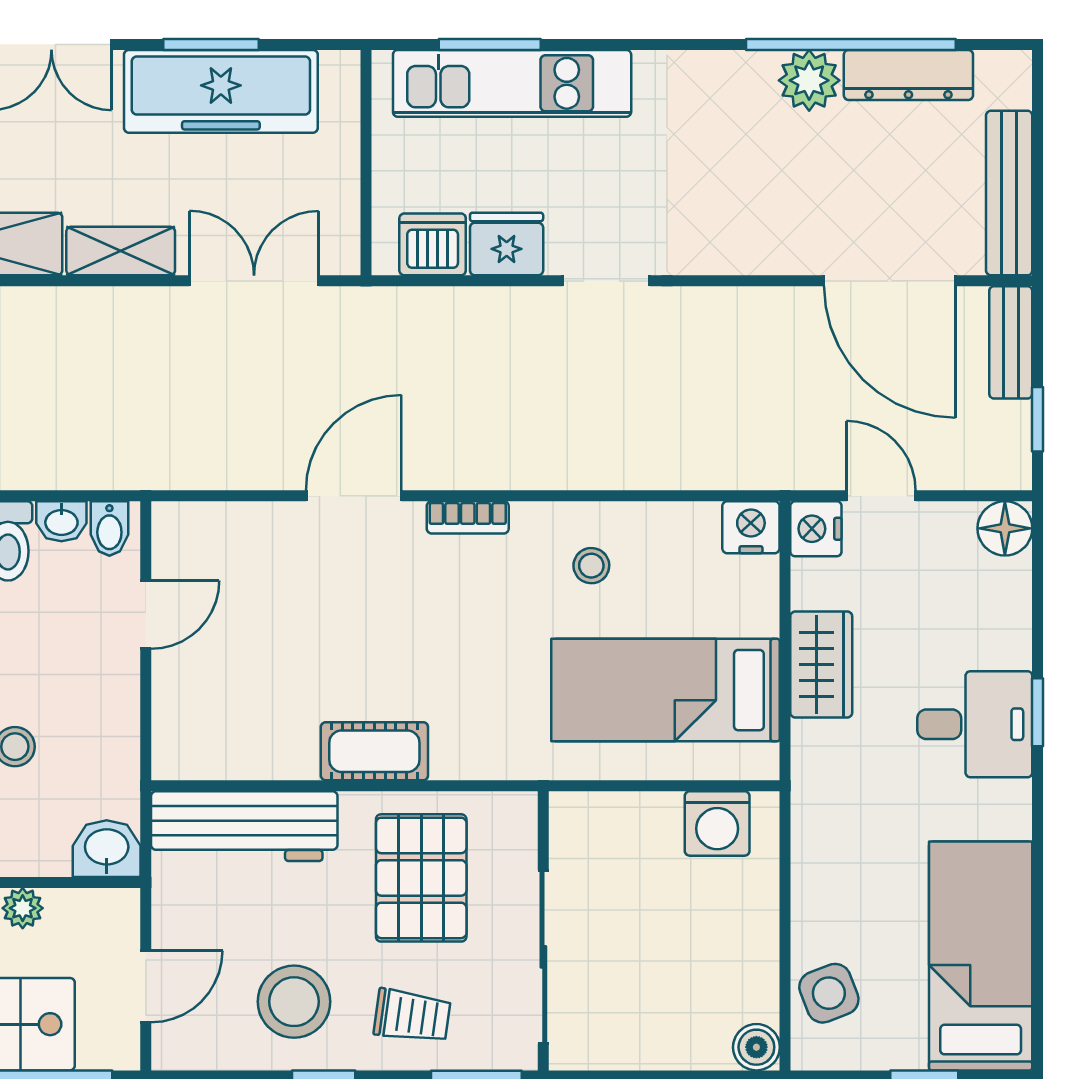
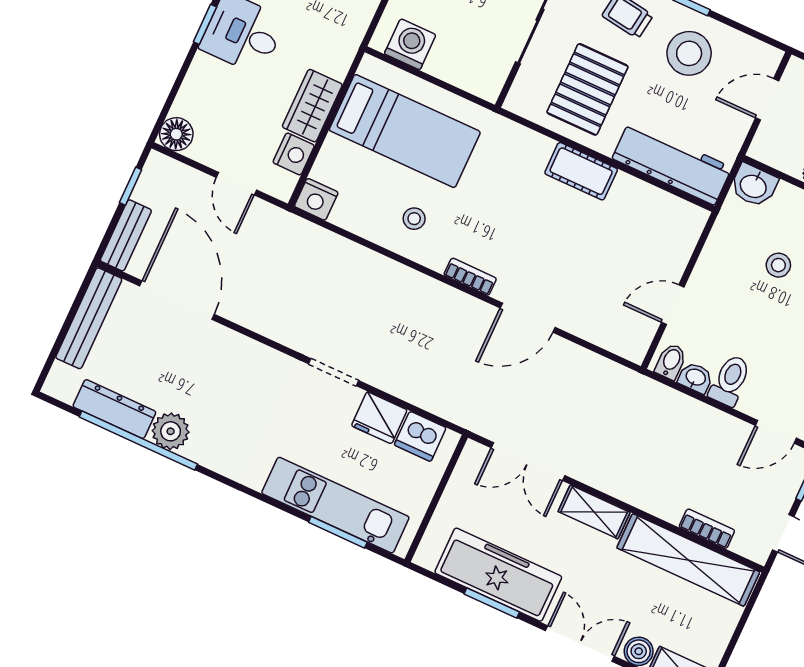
nightstand: (816, 529) -> (294, 154), moved

